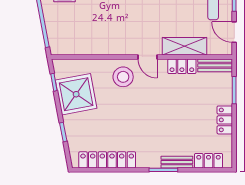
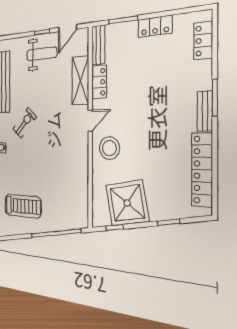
bench: (177, 162) -> (205, 111), moved

